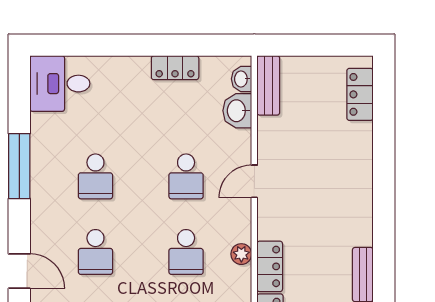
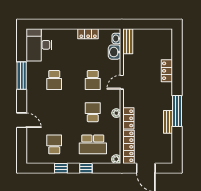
desk: (60, 84) -> (39, 45), width x1.37
locker: (360, 94) -> (167, 71), moved
window: (384, 249) -> (177, 111), added
school desk: (95, 252) -> (54, 112), removed
school desk: (186, 252) -> (93, 112), turned 180

